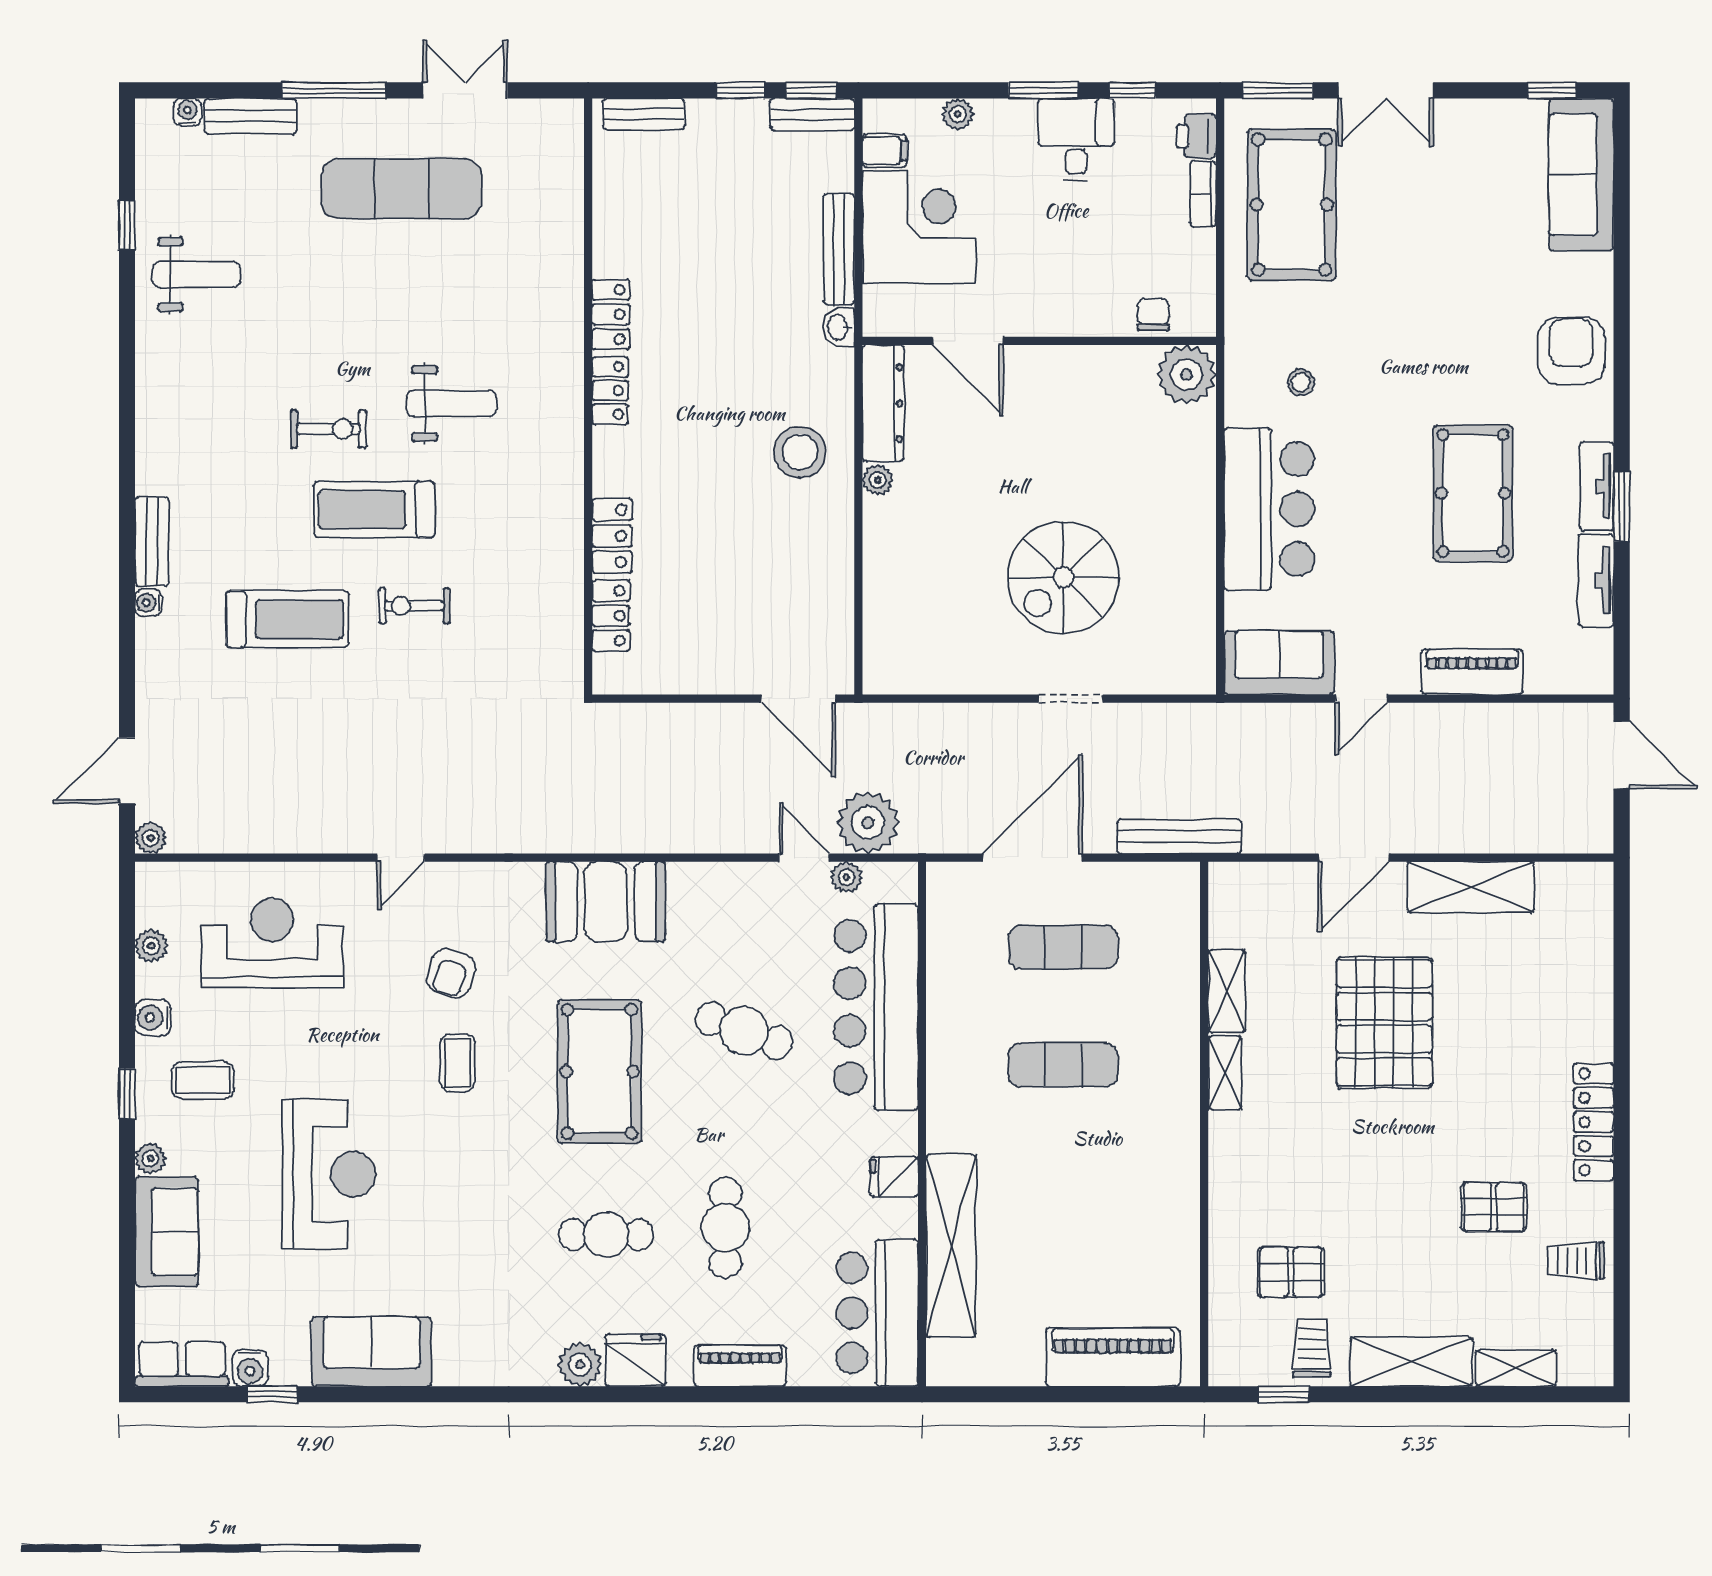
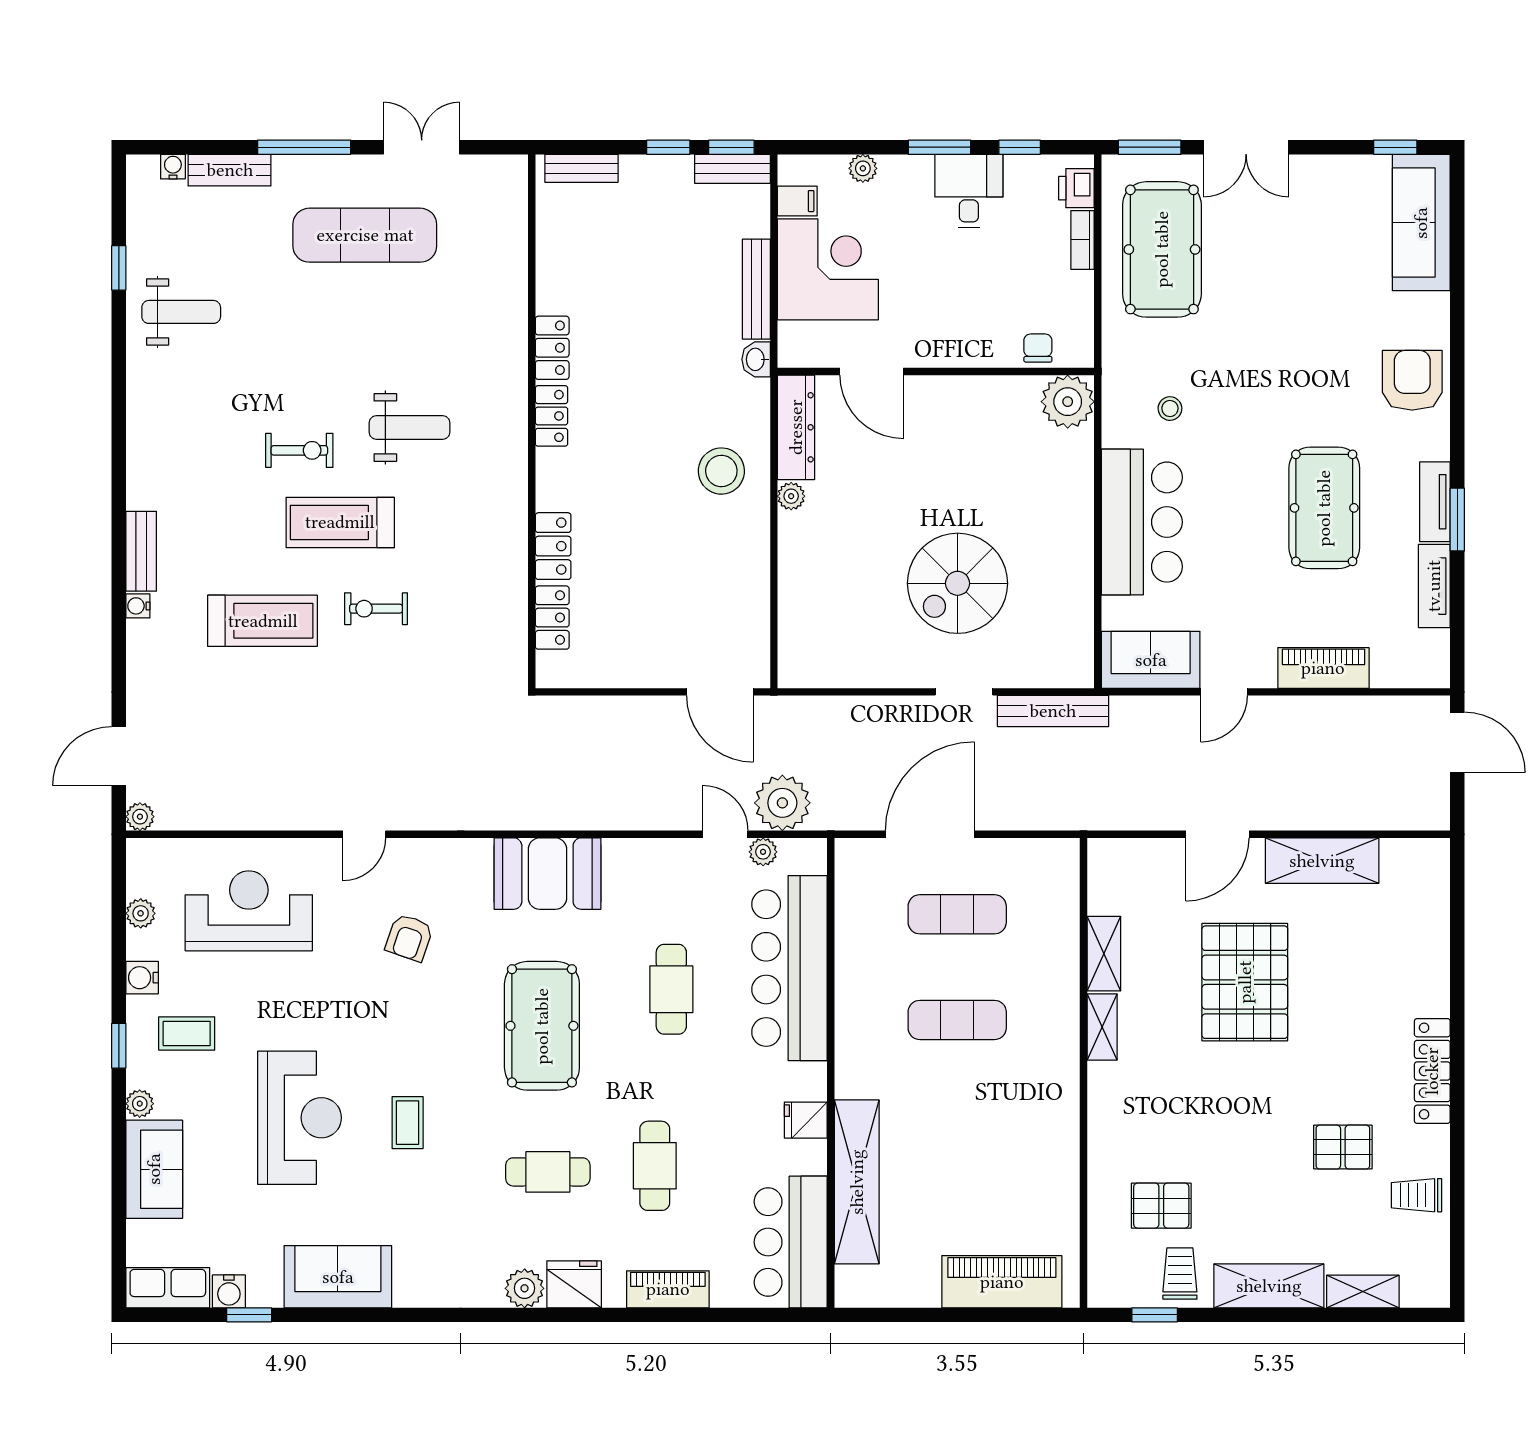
bench: (1179, 836) -> (1053, 711), moved
cafe table: (744, 1031) -> (671, 989), turned 70
coffee table: (457, 1063) -> (408, 1123), moved

